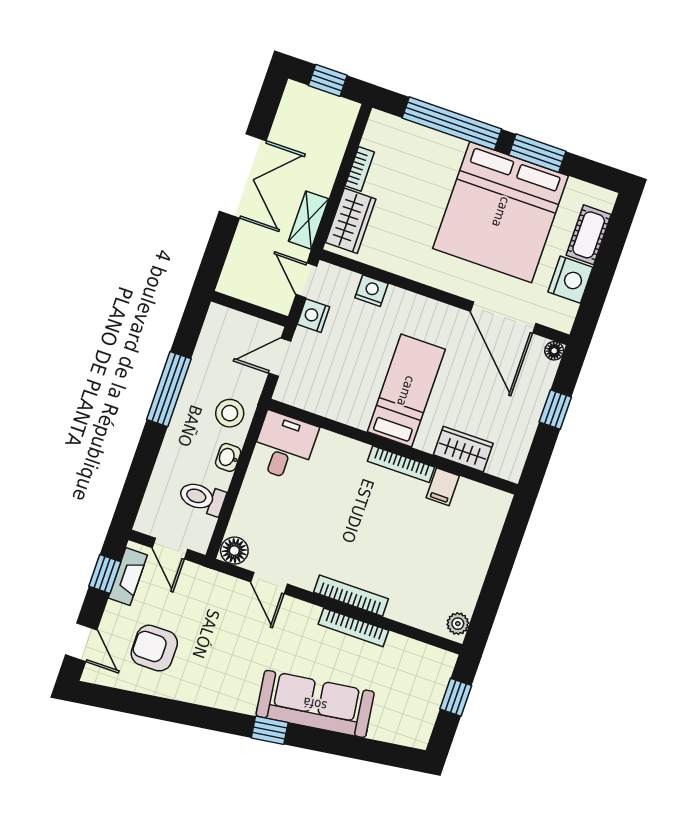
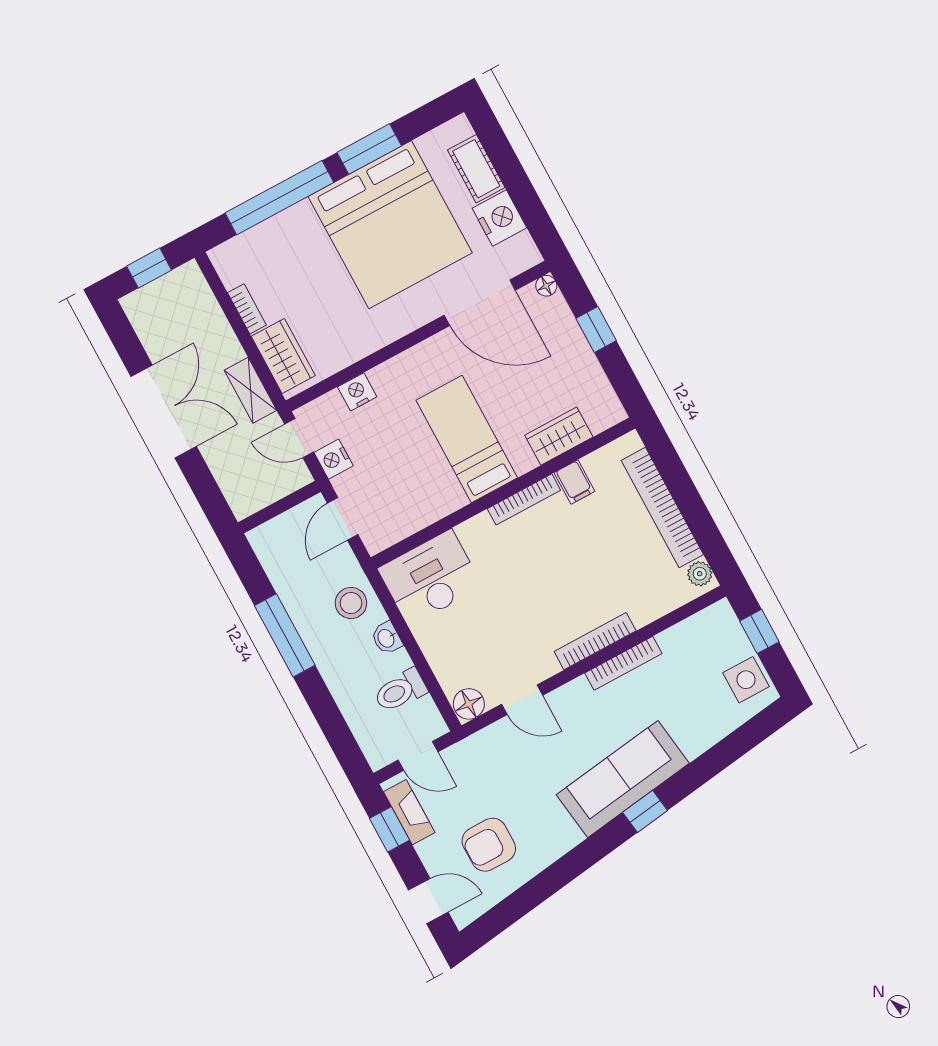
desk: (284, 446) -> (430, 578), width x1.37
bookcase: (479, 559) -> (662, 507), added
sofa: (315, 704) -> (623, 779), moved
side table: (416, 717) -> (746, 680), added

